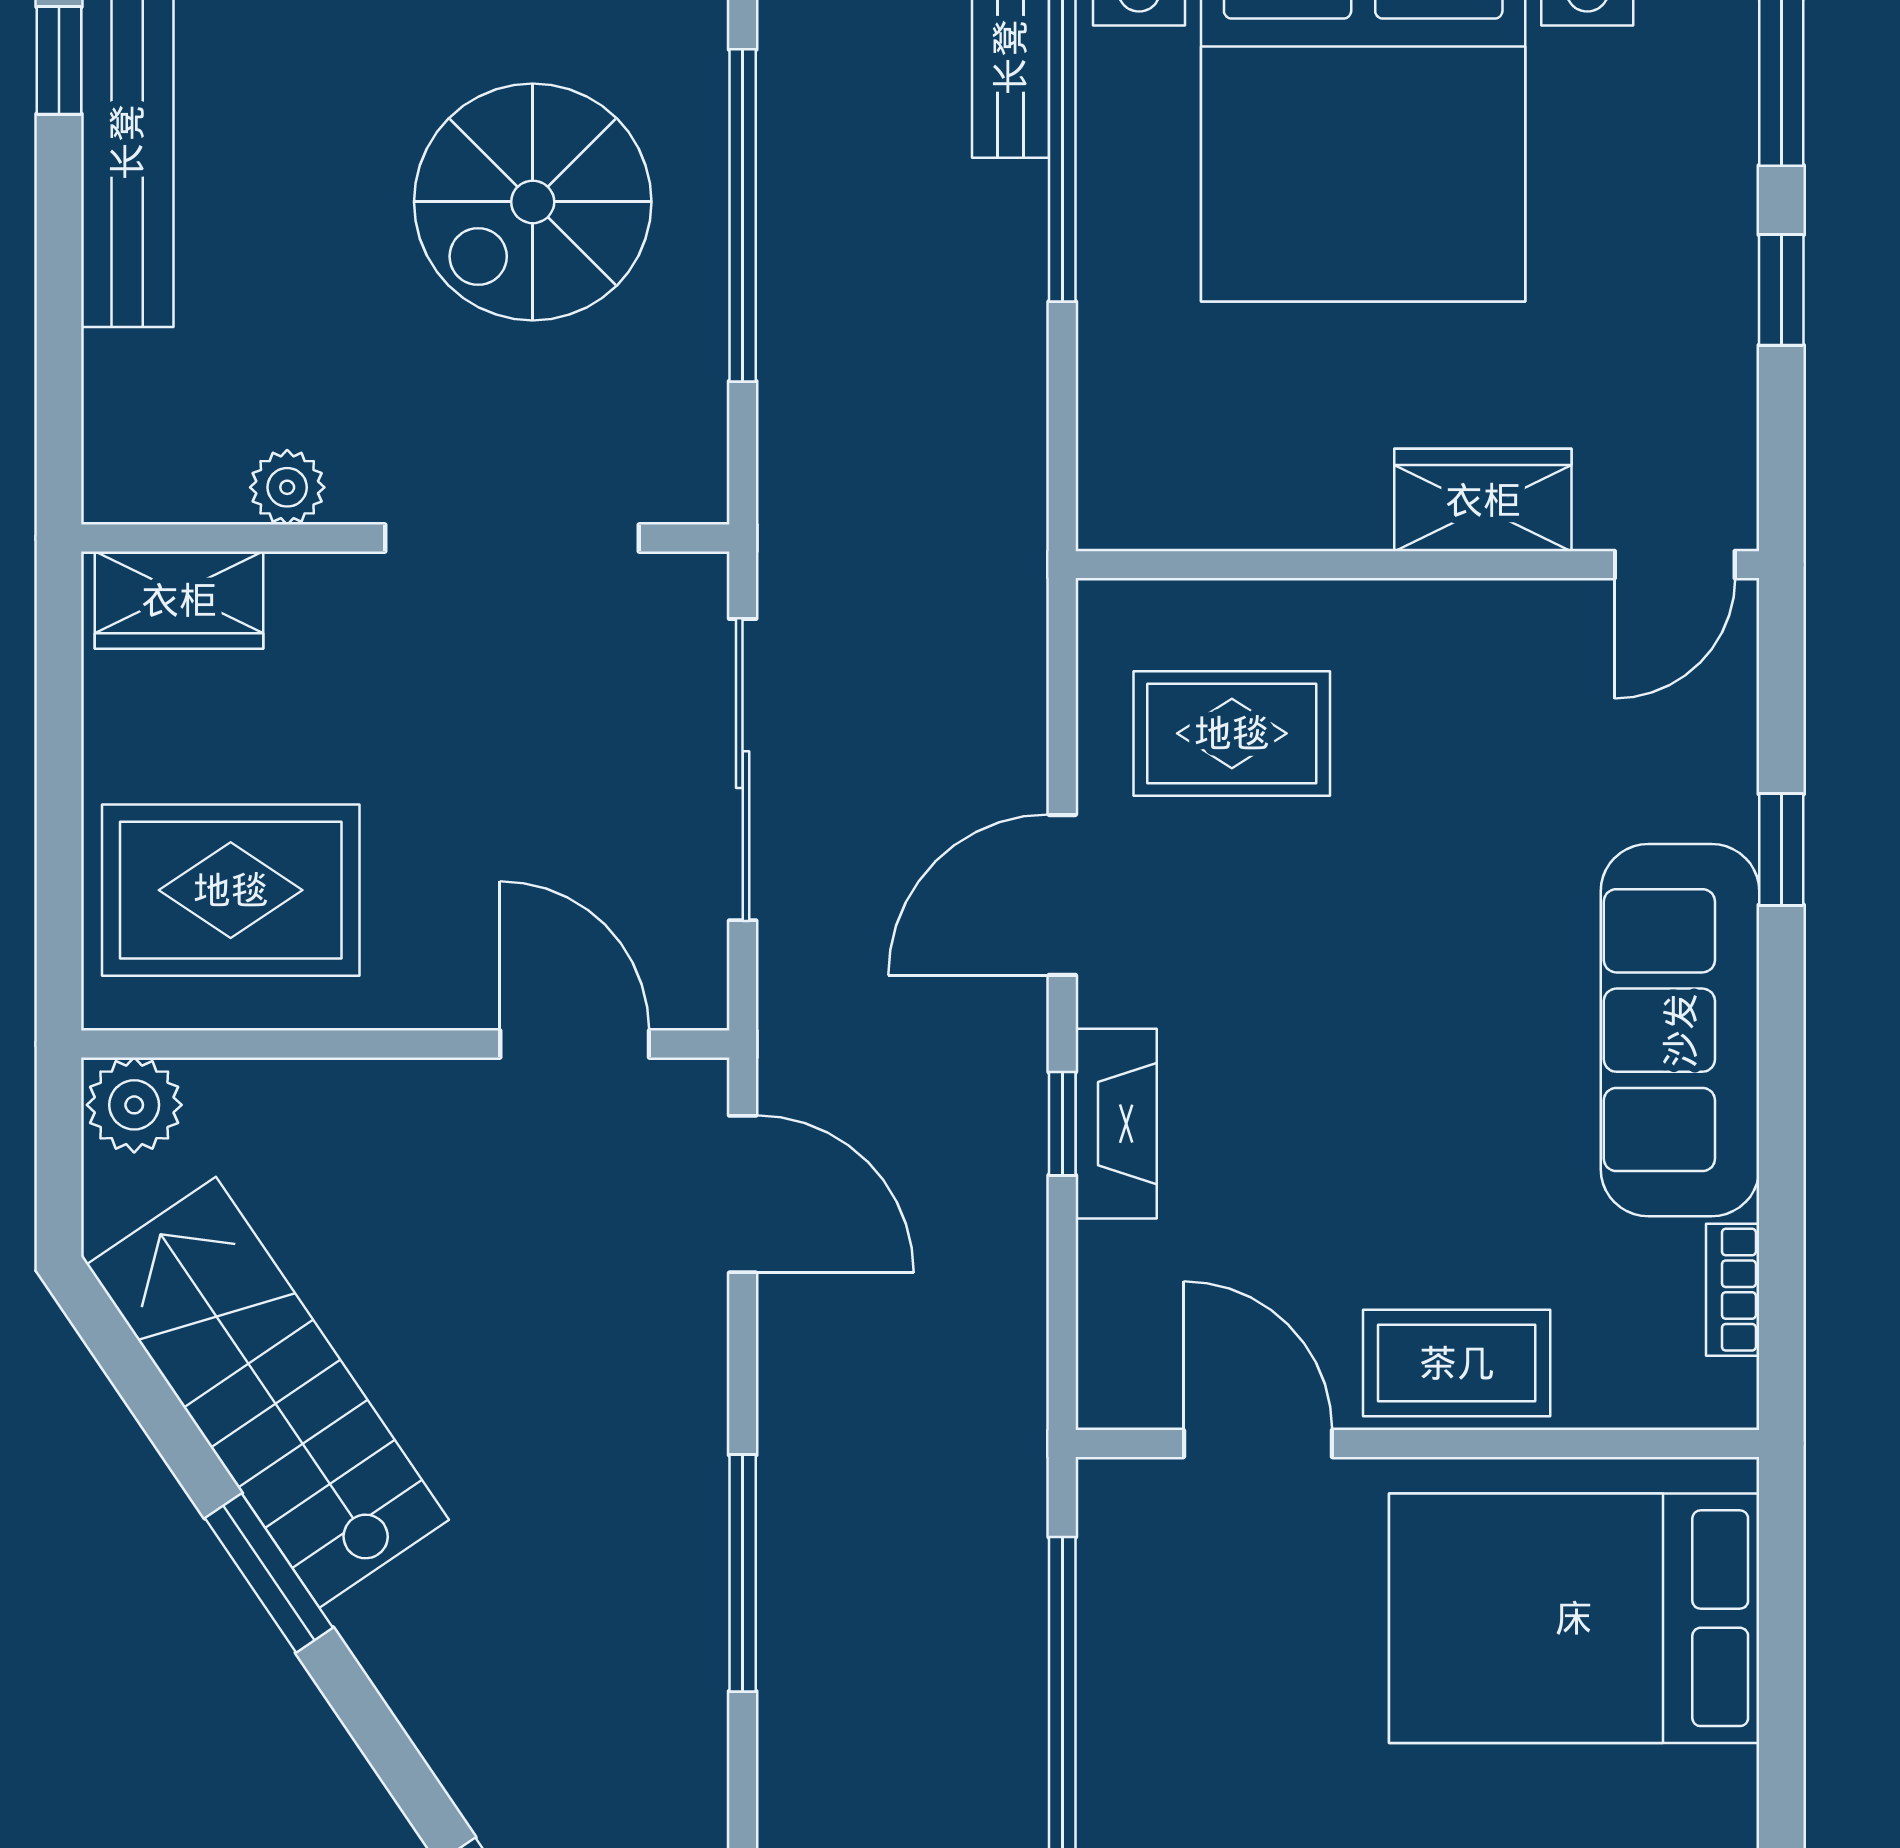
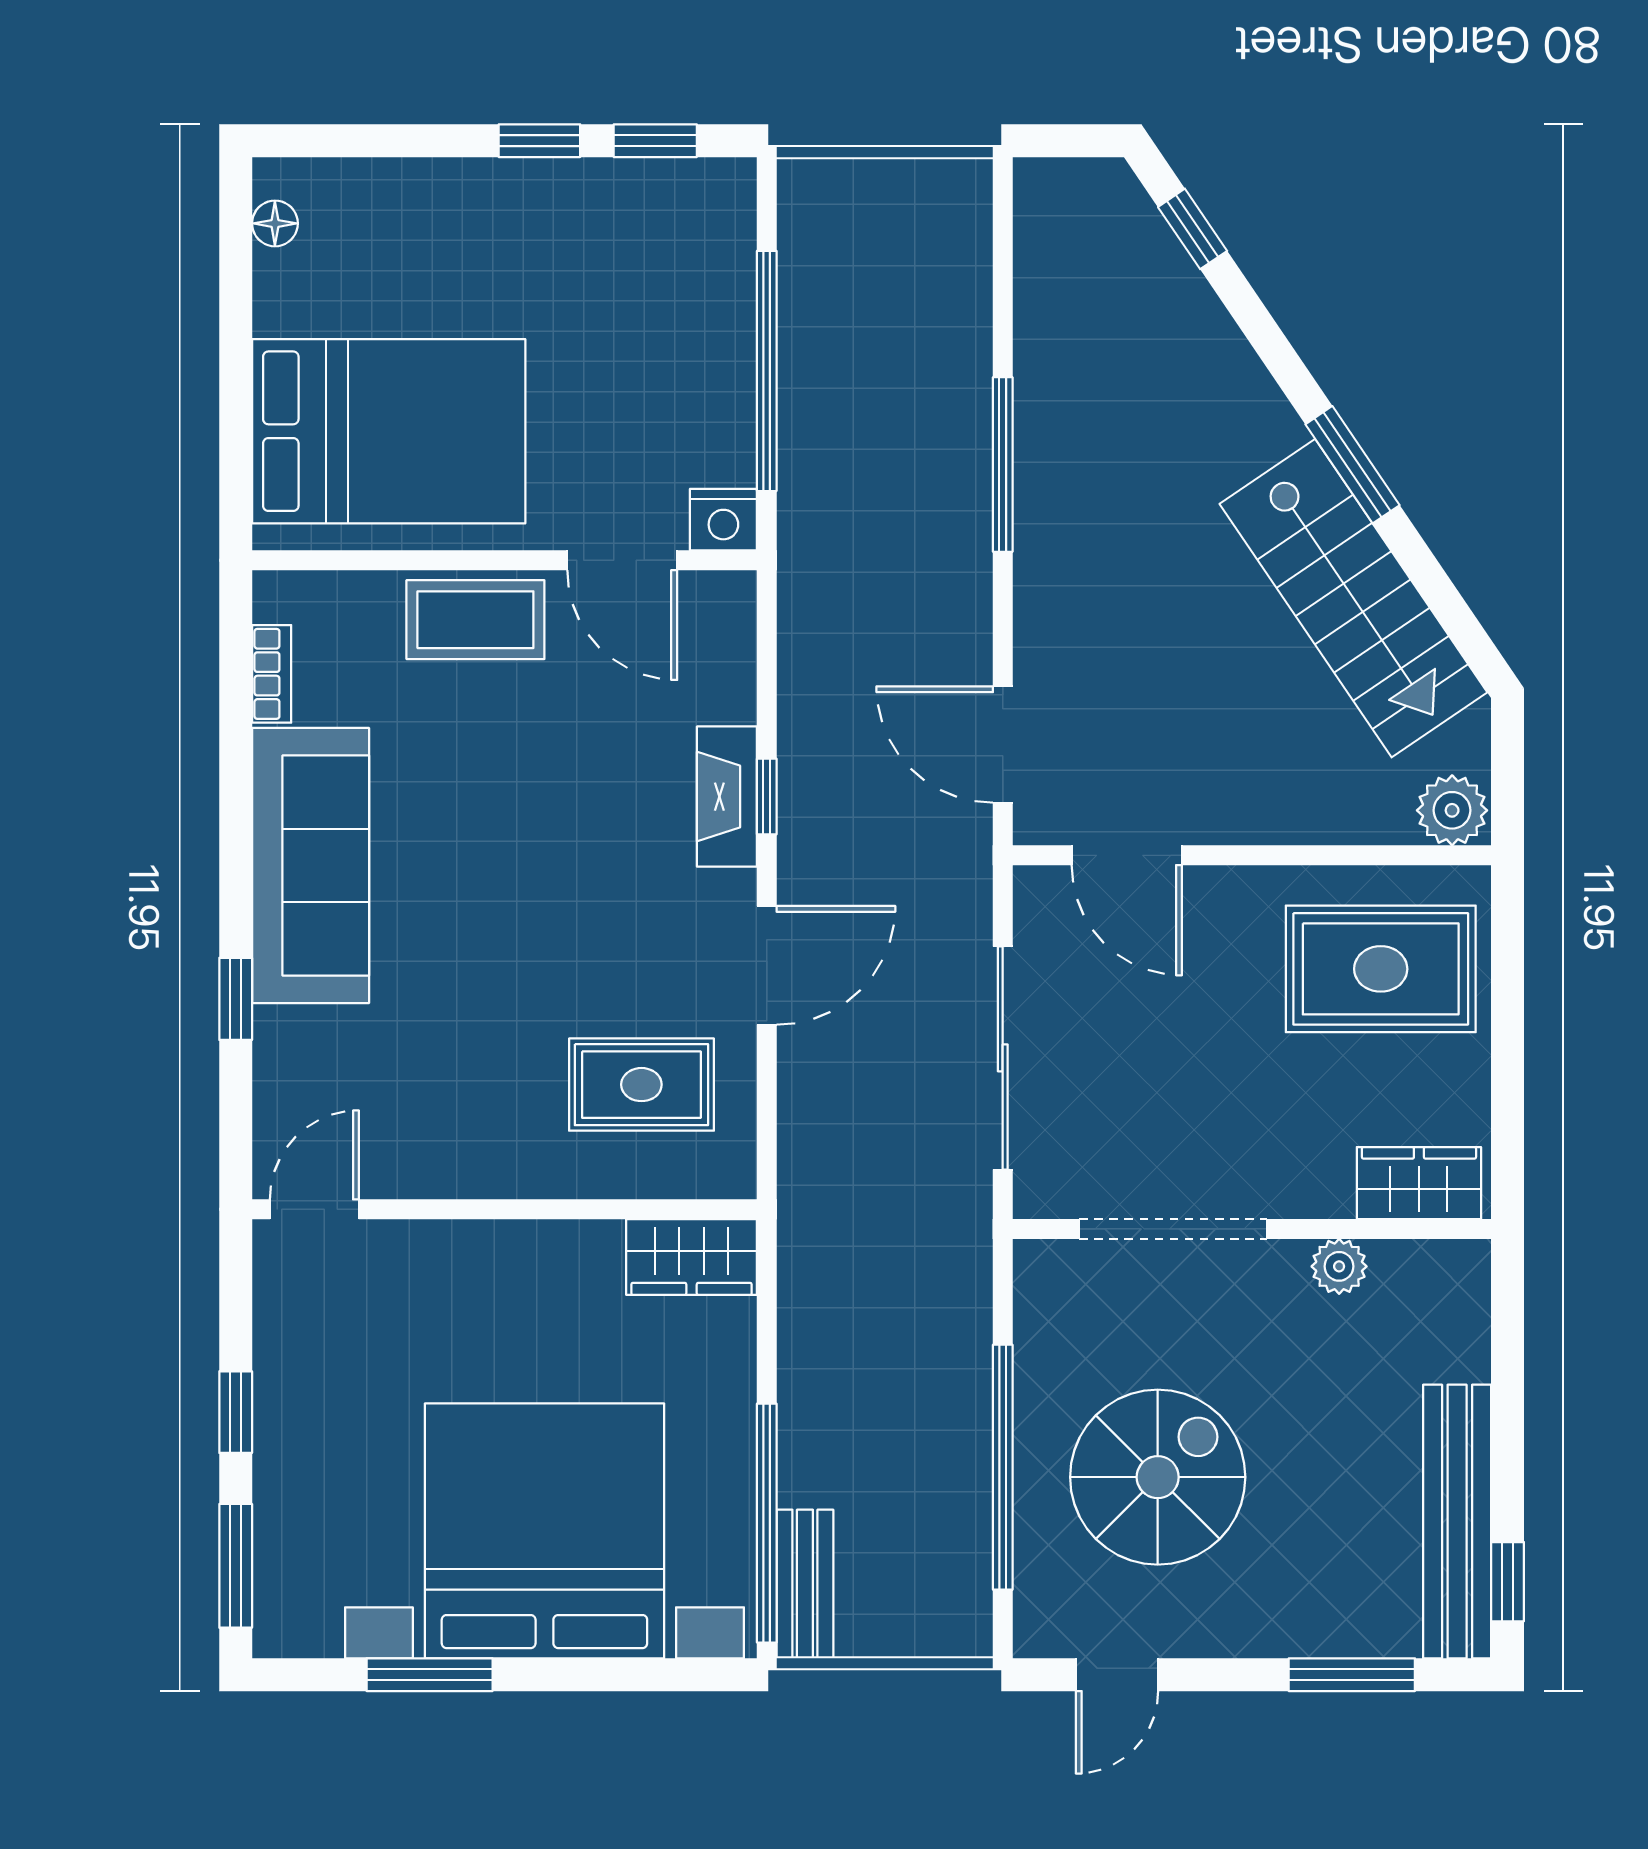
wardrobe: (1483, 500) -> (692, 1257), moved
nightstand: (1121, 1499) -> (723, 520), added

